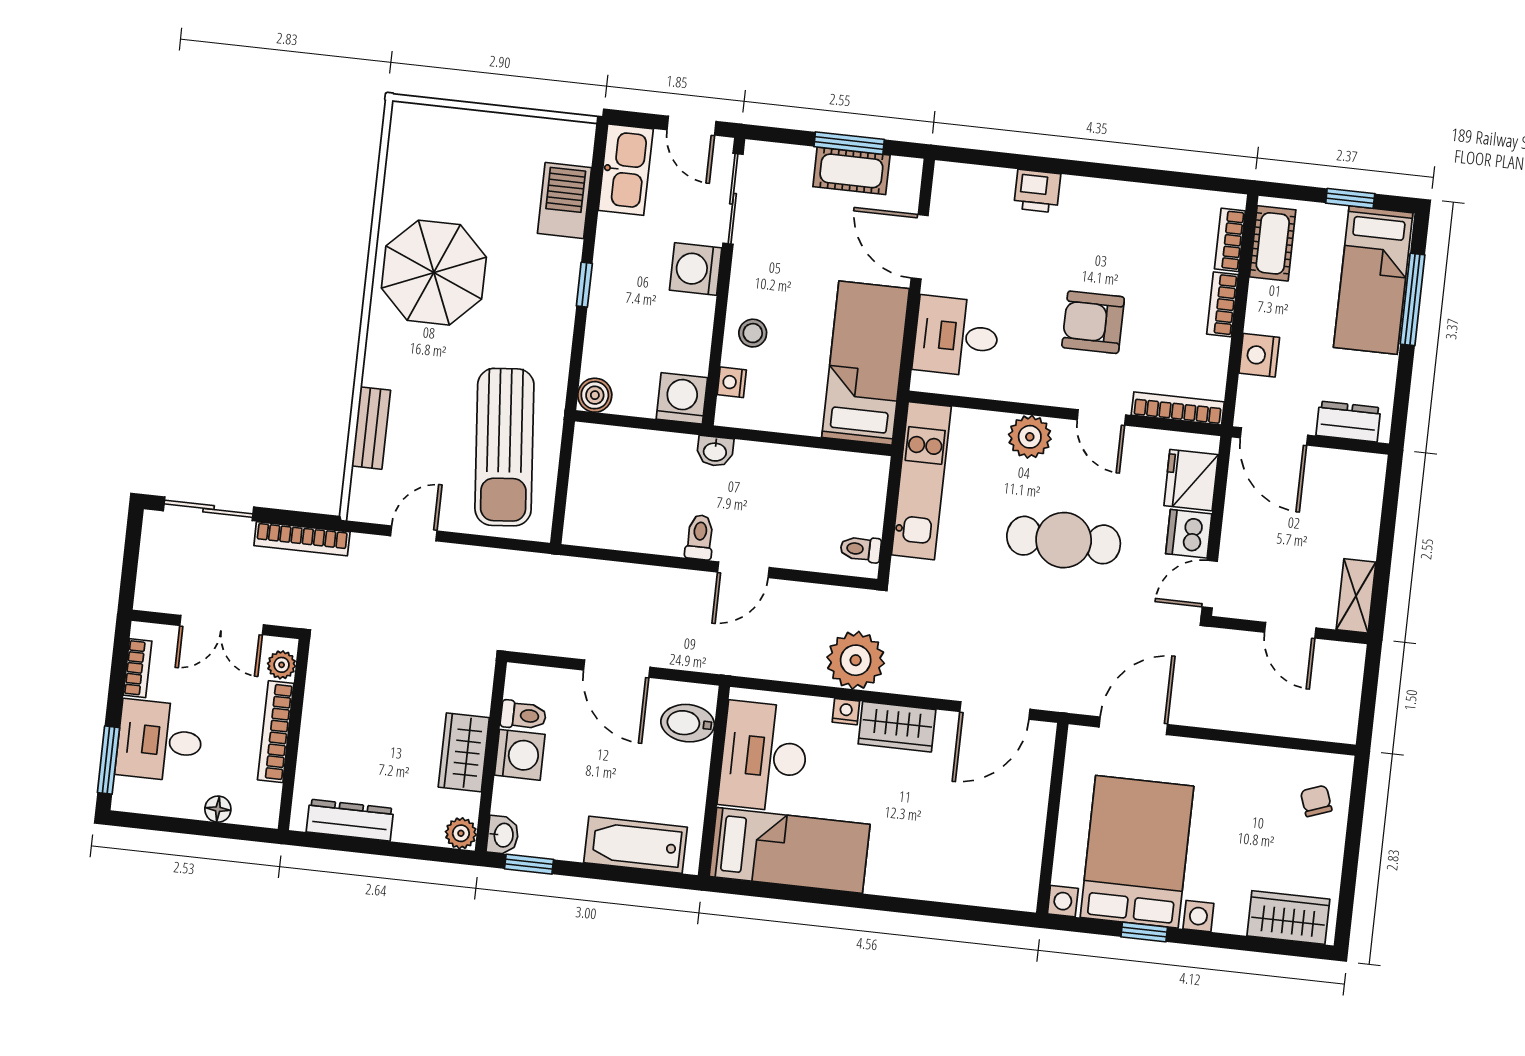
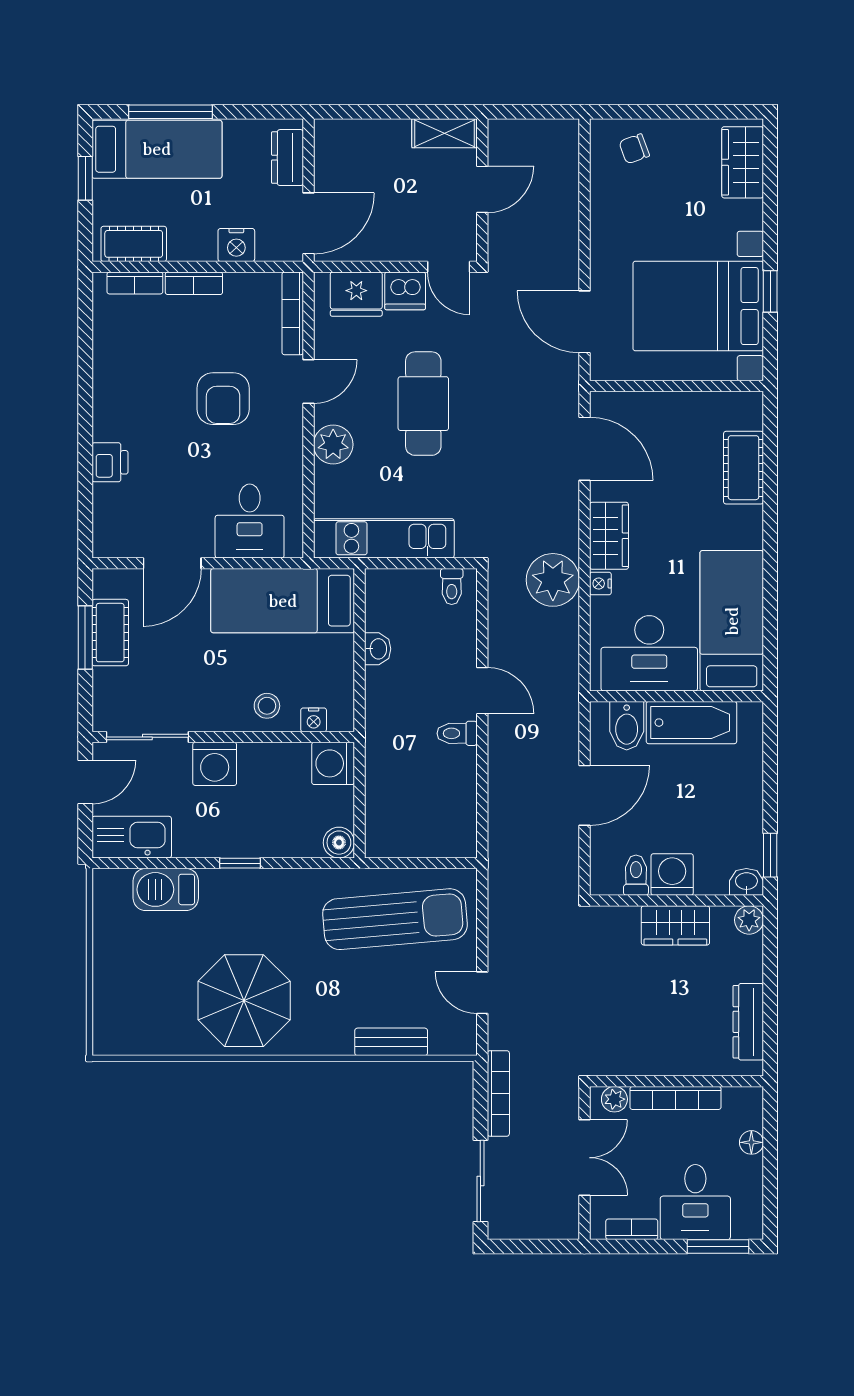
washbasin: (715, 451) -> (378, 649), moved
bathtub: (636, 845) -> (691, 723), moved, turned -90
cot: (955, 882) -> (744, 468), added

